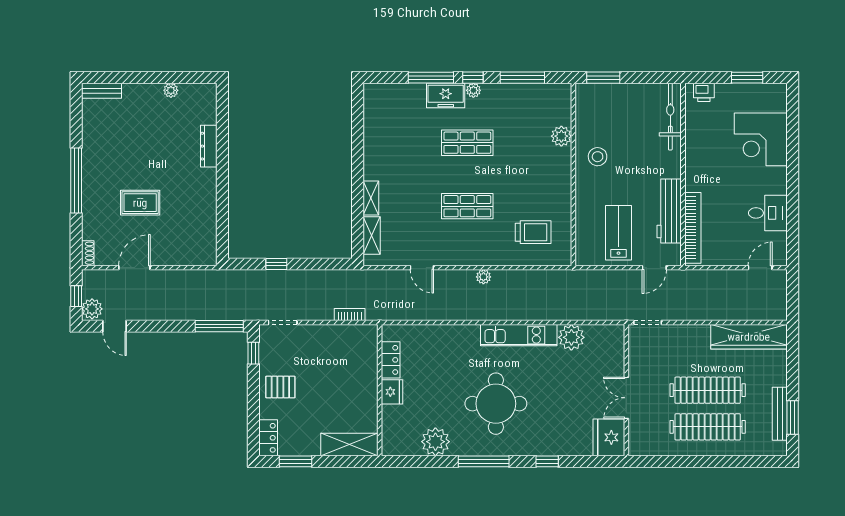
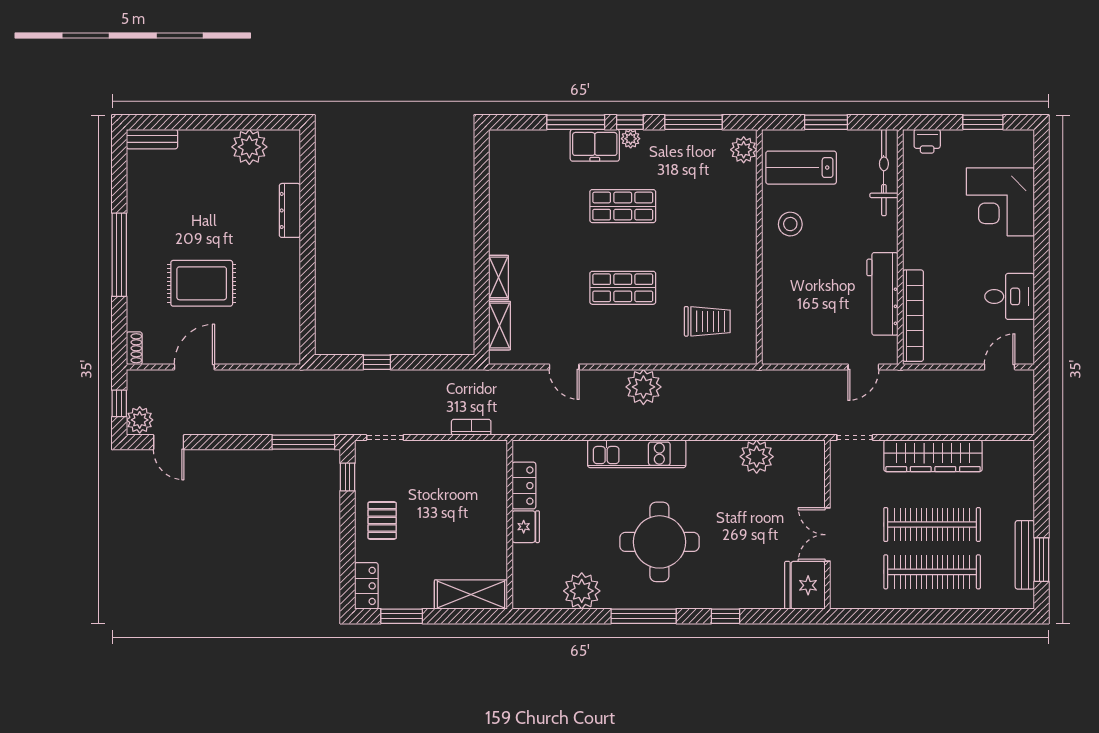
window: (603, 78) -> (826, 122), moved
plant: (171, 90) -> (249, 147), width x1.88, depth x1.88
plant: (561, 136) -> (744, 150), moved
rug: (140, 203) -> (202, 283), width x1.36, depth x1.43
lab bench: (618, 233) -> (801, 168), moved, turned -90
plant: (483, 277) -> (643, 387), width x1.87, depth x1.87
kitchen unit: (519, 335) -> (637, 454), moved
wardrobe: (749, 337) -> (933, 456), moved
pallet: (280, 387) -> (382, 520), turned 90

